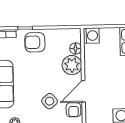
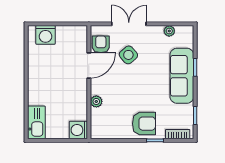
floor lamp: (76, 48) -> (97, 115), removed
plant: (72, 65) -> (96, 101), width x0.53, depth x0.53

